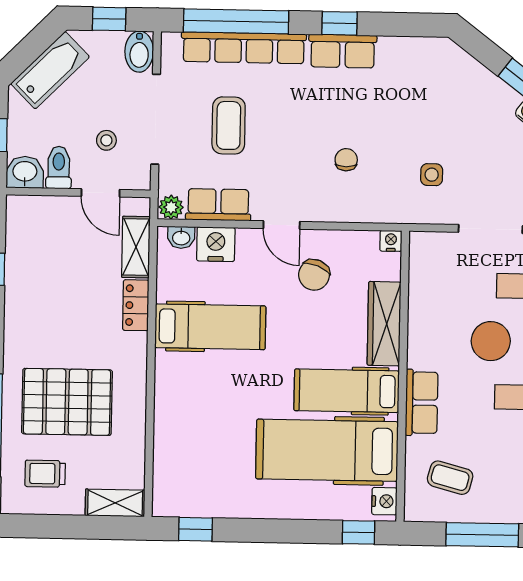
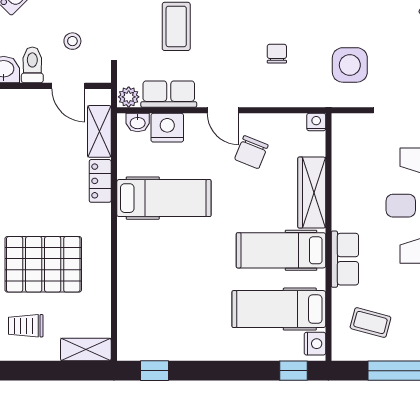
side table: (432, 175) -> (350, 65), width x1.87, depth x1.87
hospital bed: (327, 450) -> (279, 309), width x0.73, depth x0.78

